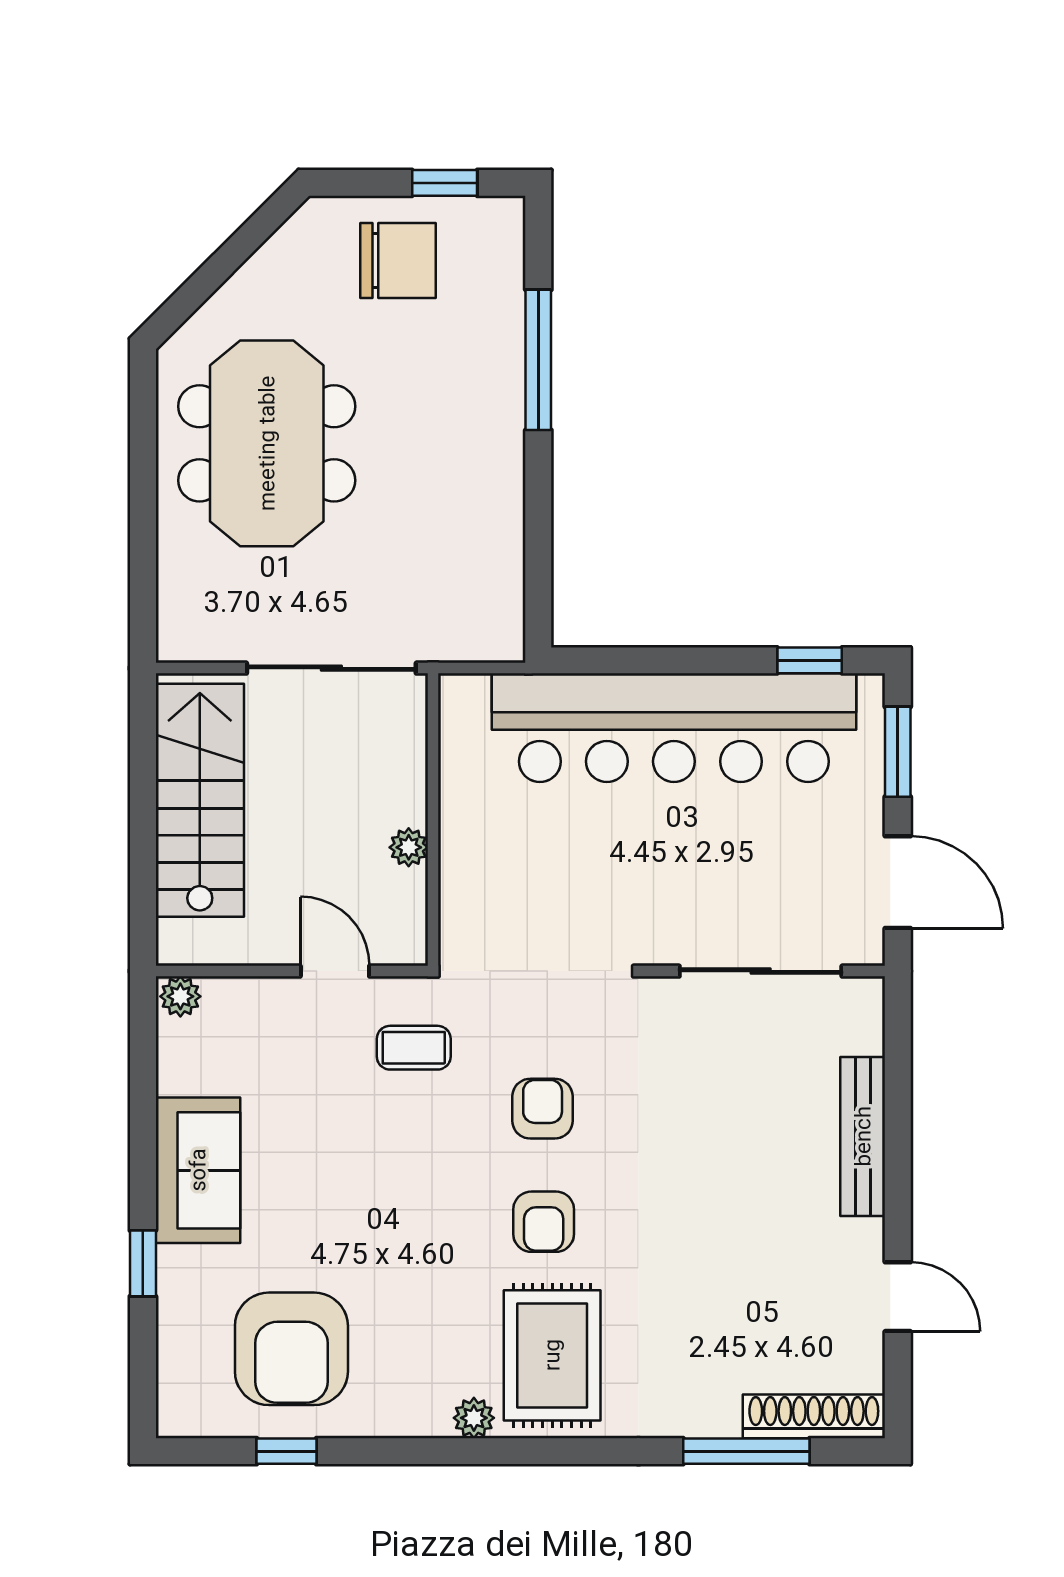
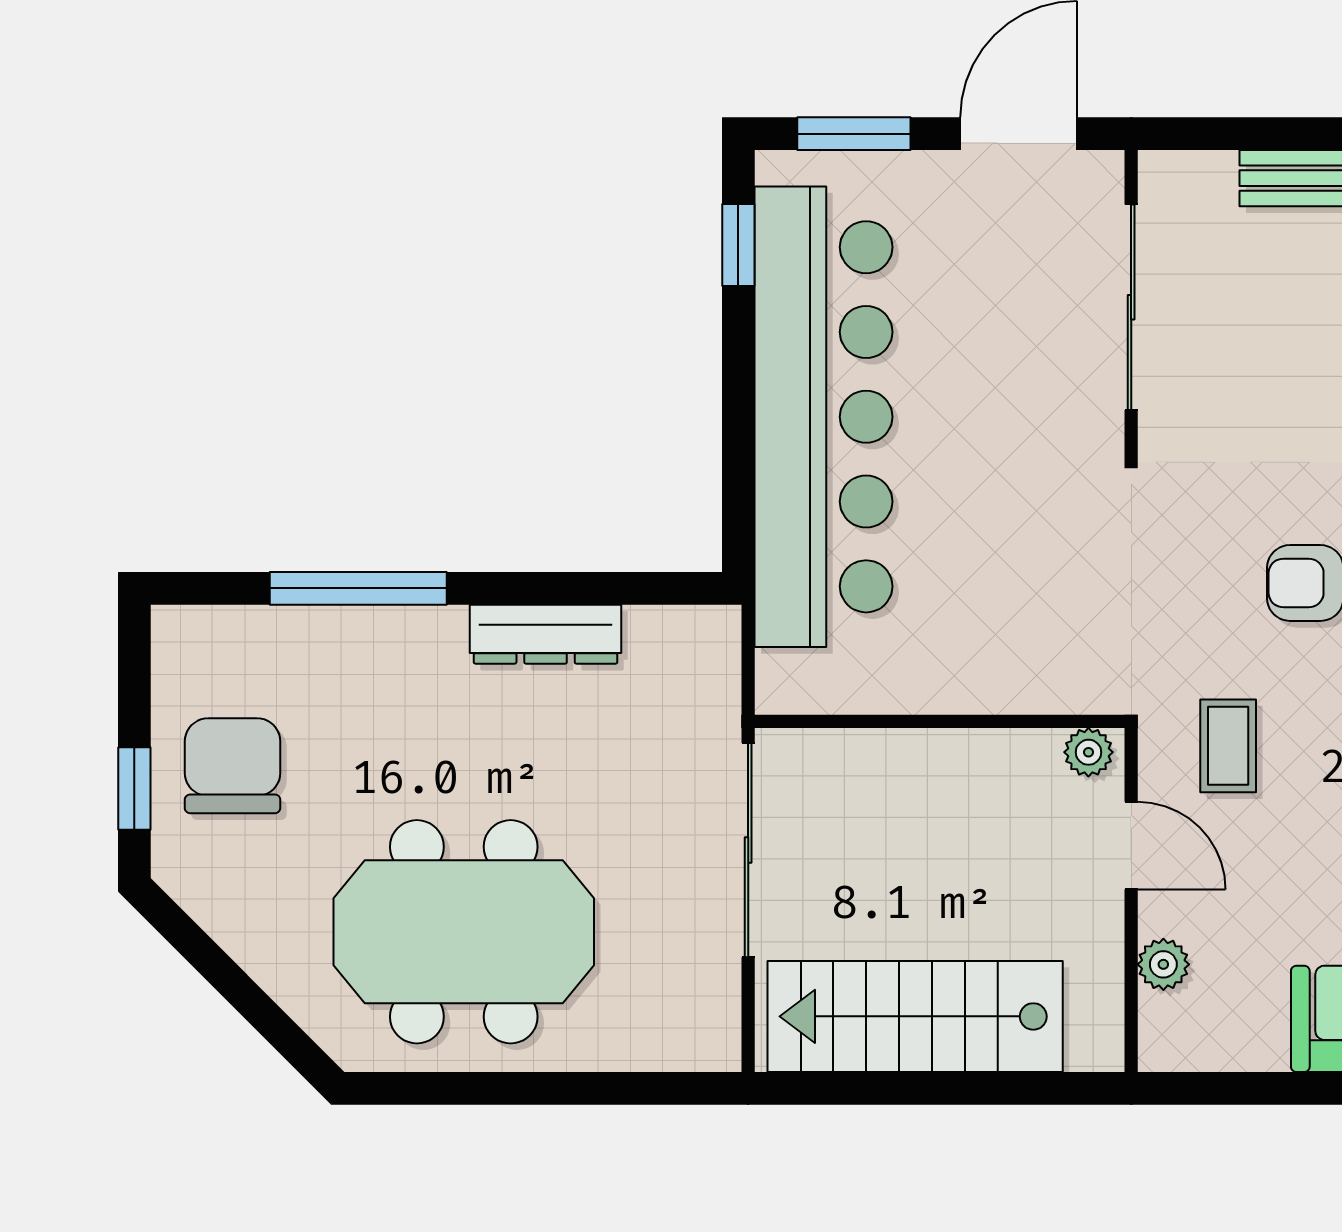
window: (445, 183) -> (134, 789), moved
dresser: (502, 508) -> (546, 634), added
plant: (409, 847) -> (1088, 752), moved
door: (335, 971) -> (1131, 846), swing flipped
plant: (180, 996) -> (1163, 964), moved

